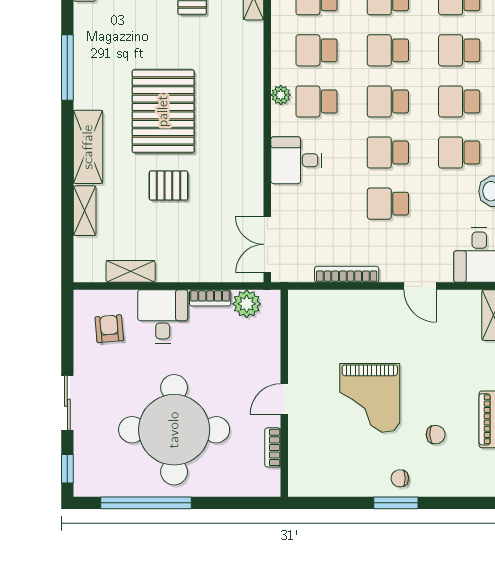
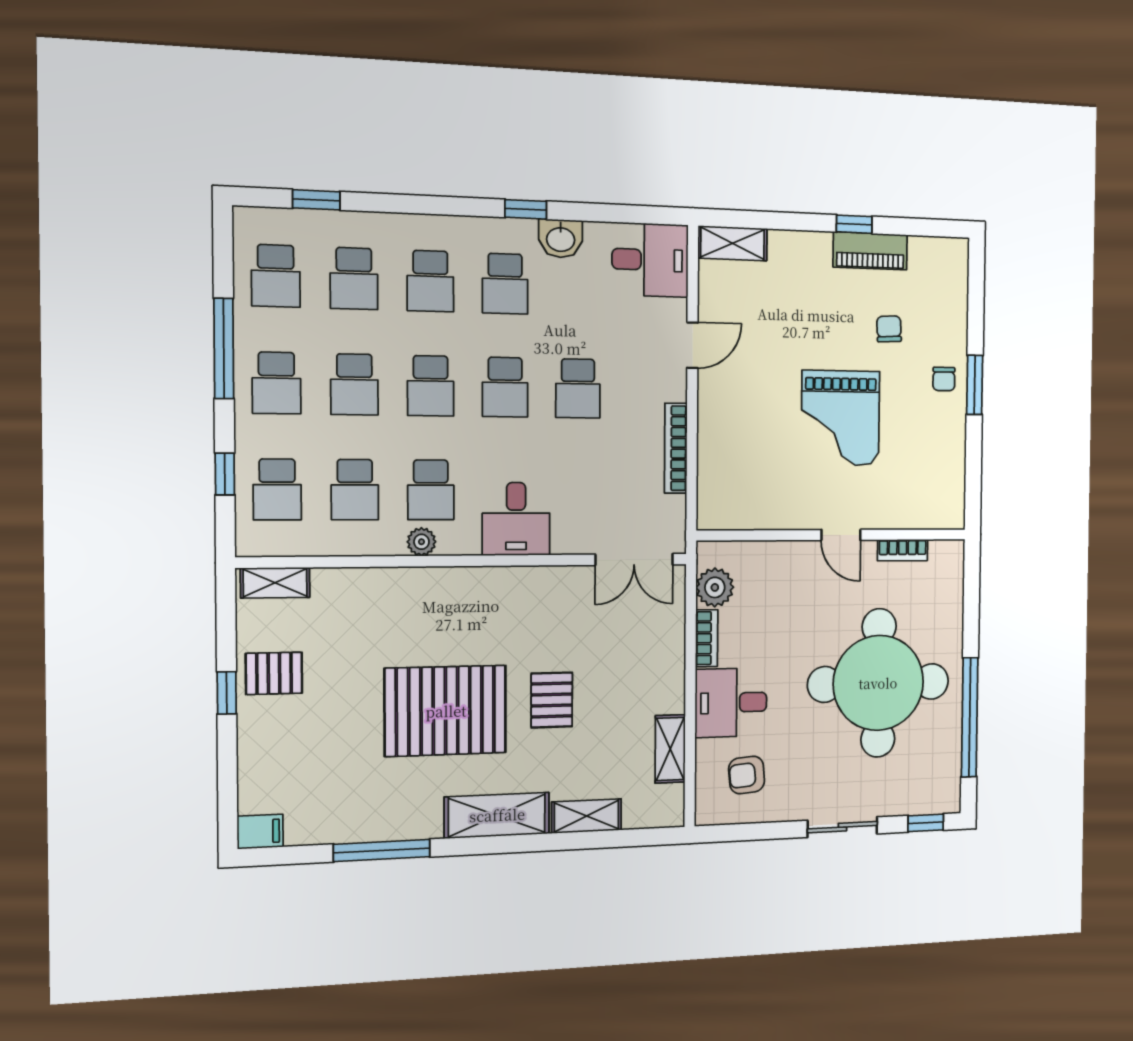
grand piano: (370, 398) -> (841, 418), turned 90

